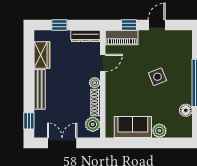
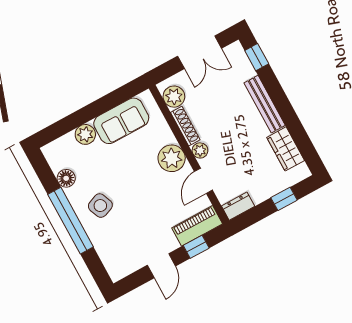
dresser: (85, 36) -> (238, 206), width x0.70
side table: (157, 77) -> (100, 206), moved
plant: (115, 87) -> (172, 158), added

